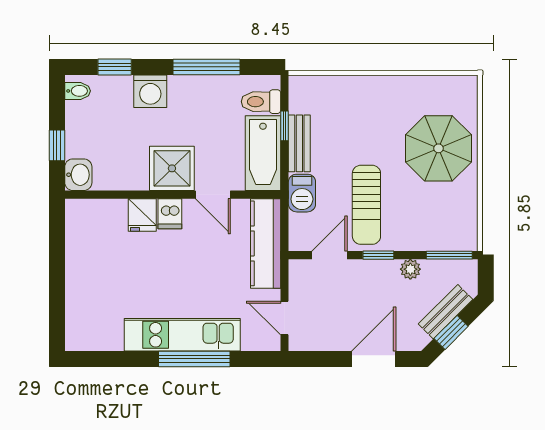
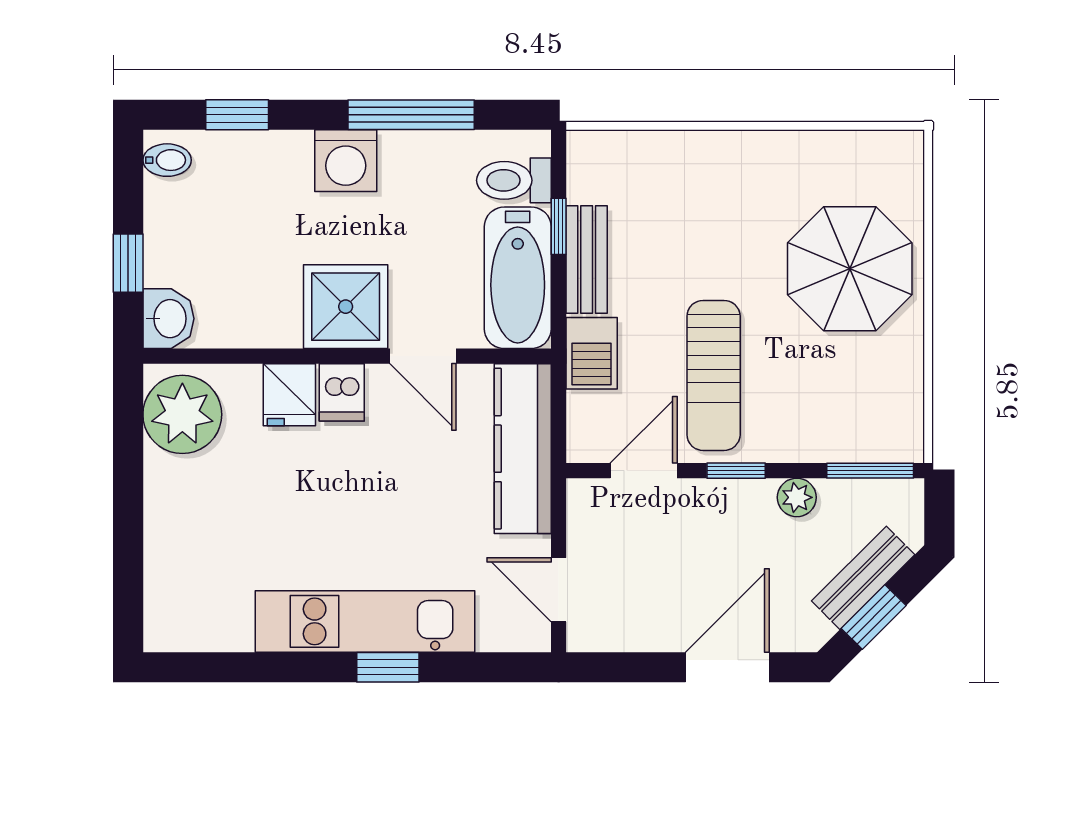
washing machine: (150, 91) -> (346, 161), moved
plant: (86, 225) -> (182, 414), added
window: (194, 359) -> (388, 667), width x0.46

